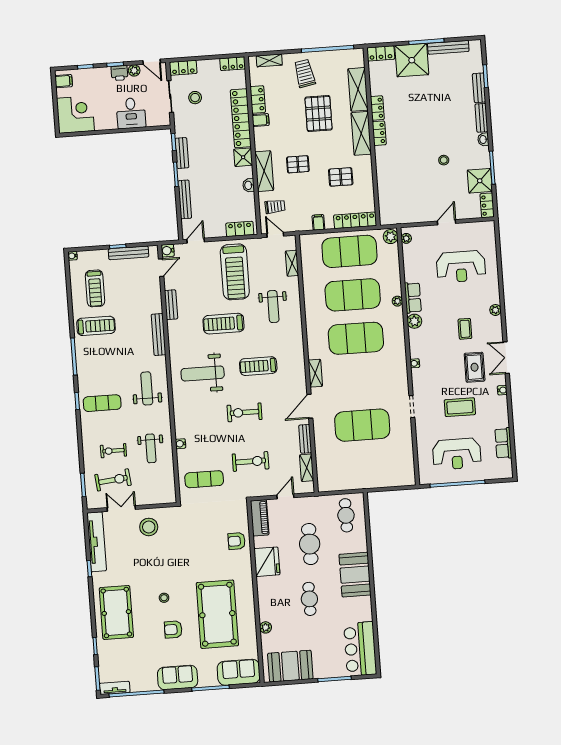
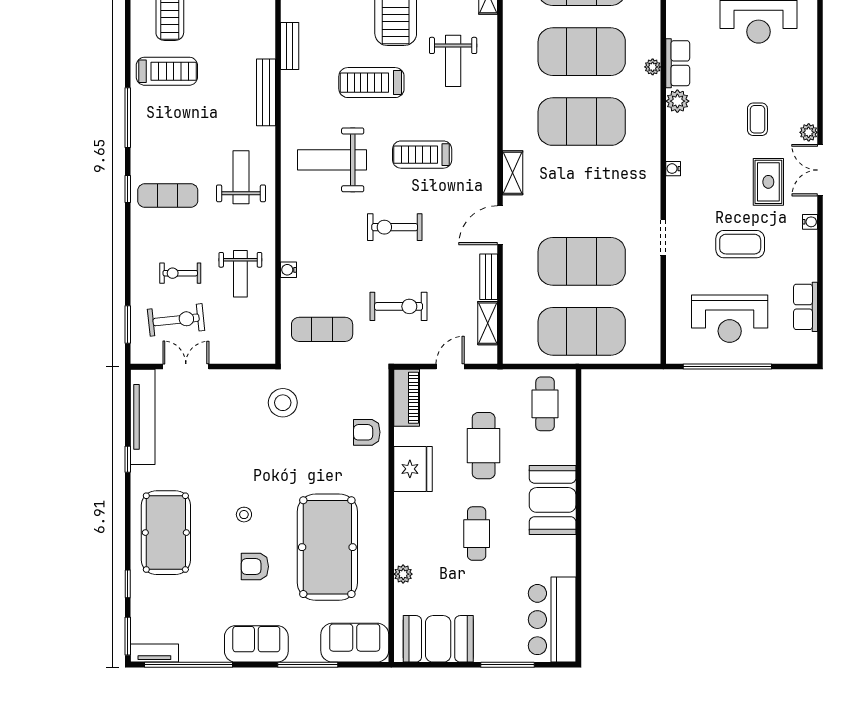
plant: (495, 310) -> (809, 132), moved
exercise mat: (365, 469) -> (582, 331), added
stool: (149, 527) -> (283, 403), moved

